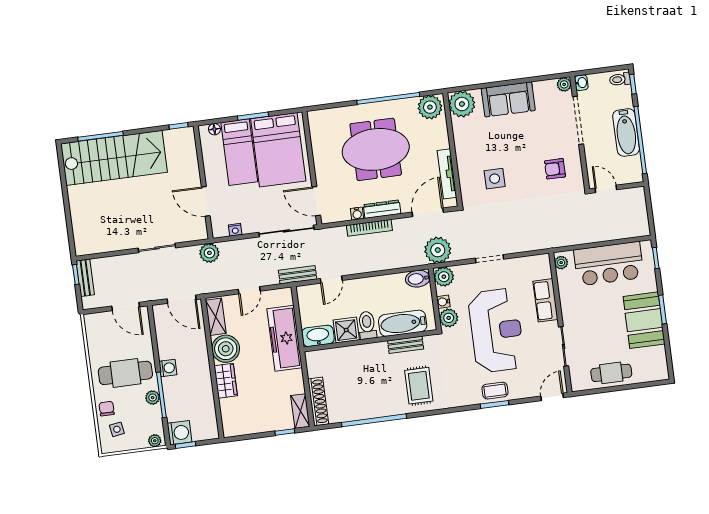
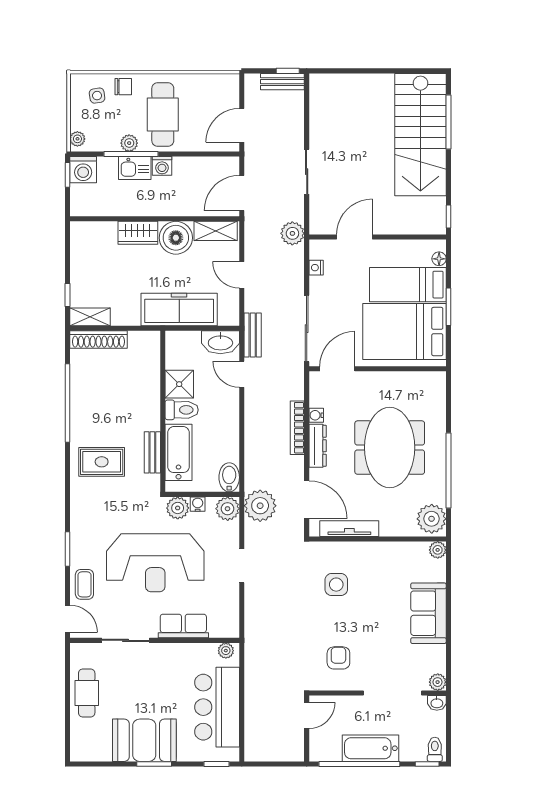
plant: (462, 104) -> (438, 550), width x0.53, depth x0.53
washbasin: (318, 336) -> (220, 342), moved, turned 90
kitchen sink: (173, 390) -> (135, 168), added
coffee table: (495, 391) -> (84, 584), moved

